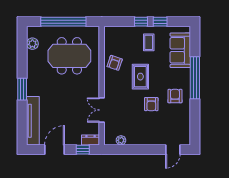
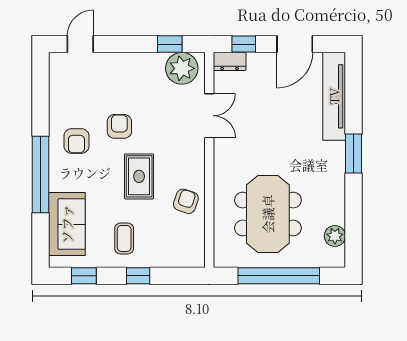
window: (160, 22) -> (84, 276), moved
meeting table: (69, 56) -> (268, 214), turned 90
plant: (121, 140) -> (182, 68), width x1.88, depth x1.88
window: (124, 150) -> (170, 44), added

